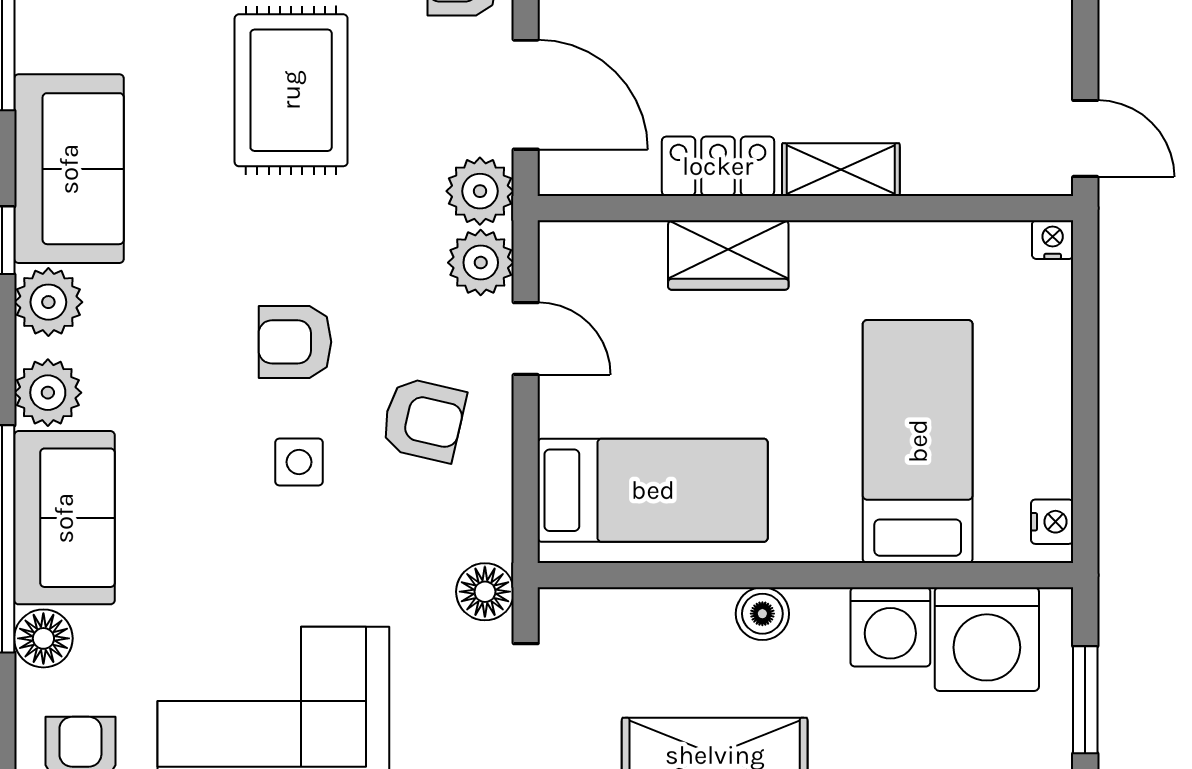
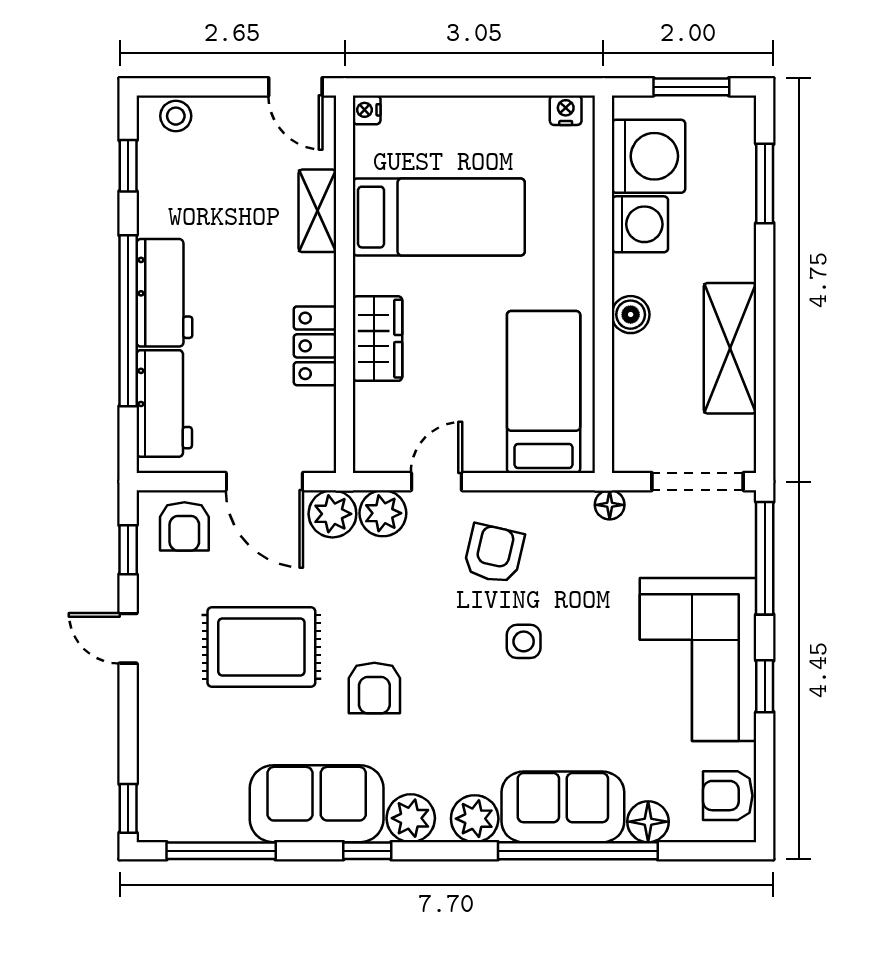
door: (526, 95) -> (264, 482), swing flipped
door: (1085, 138) -> (295, 87), swing flipped
shelving: (841, 170) -> (317, 211), moved
armchair: (295, 342) -> (374, 688), moved
bed: (918, 441) -> (439, 217), moved, turned 180
floor lamp: (485, 592) -> (610, 505), width x0.73, depth x0.73

